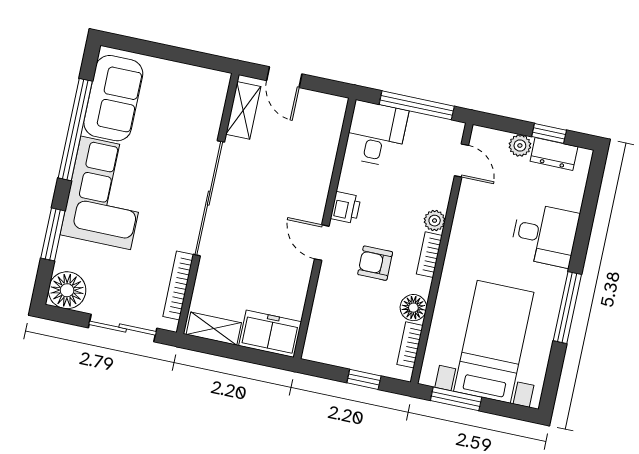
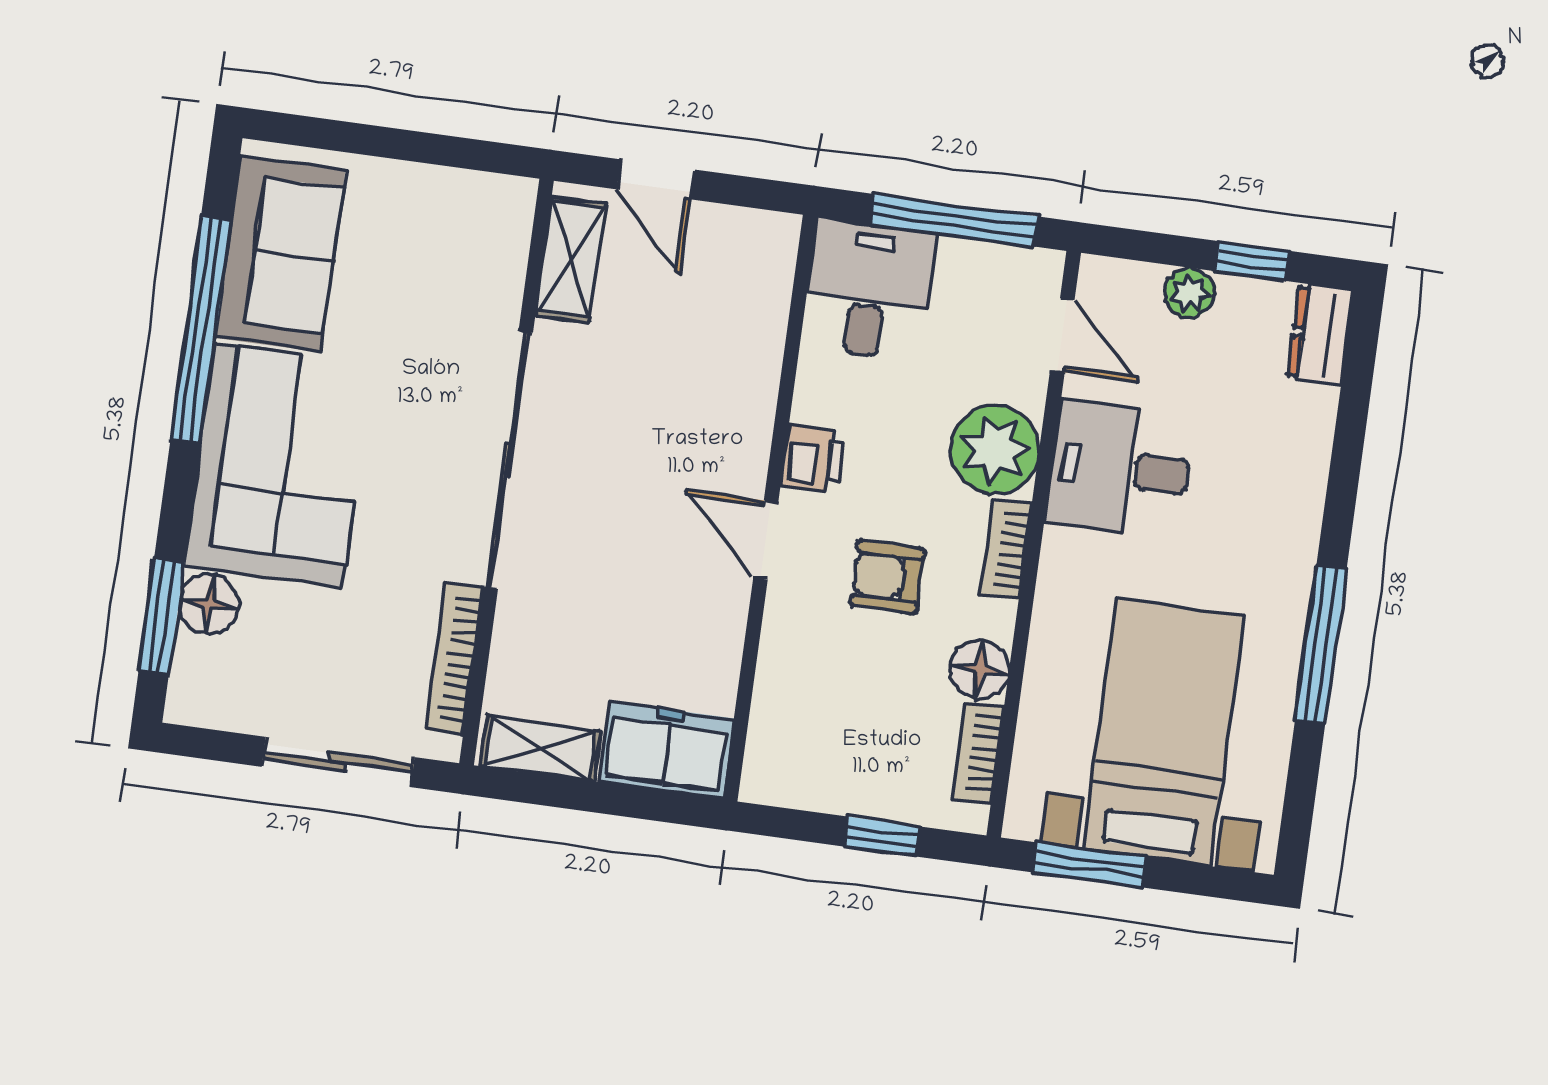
dresser: (554, 154) -> (1320, 335), moved, turned 90
plant: (435, 221) -> (995, 450), width x1.87, depth x1.87
window: (53, 234) -> (161, 617), moved
desk: (545, 235) -> (1120, 469), moved, turned 180
floor lamp: (67, 290) -> (209, 604), moved, width x0.73, depth x0.73

